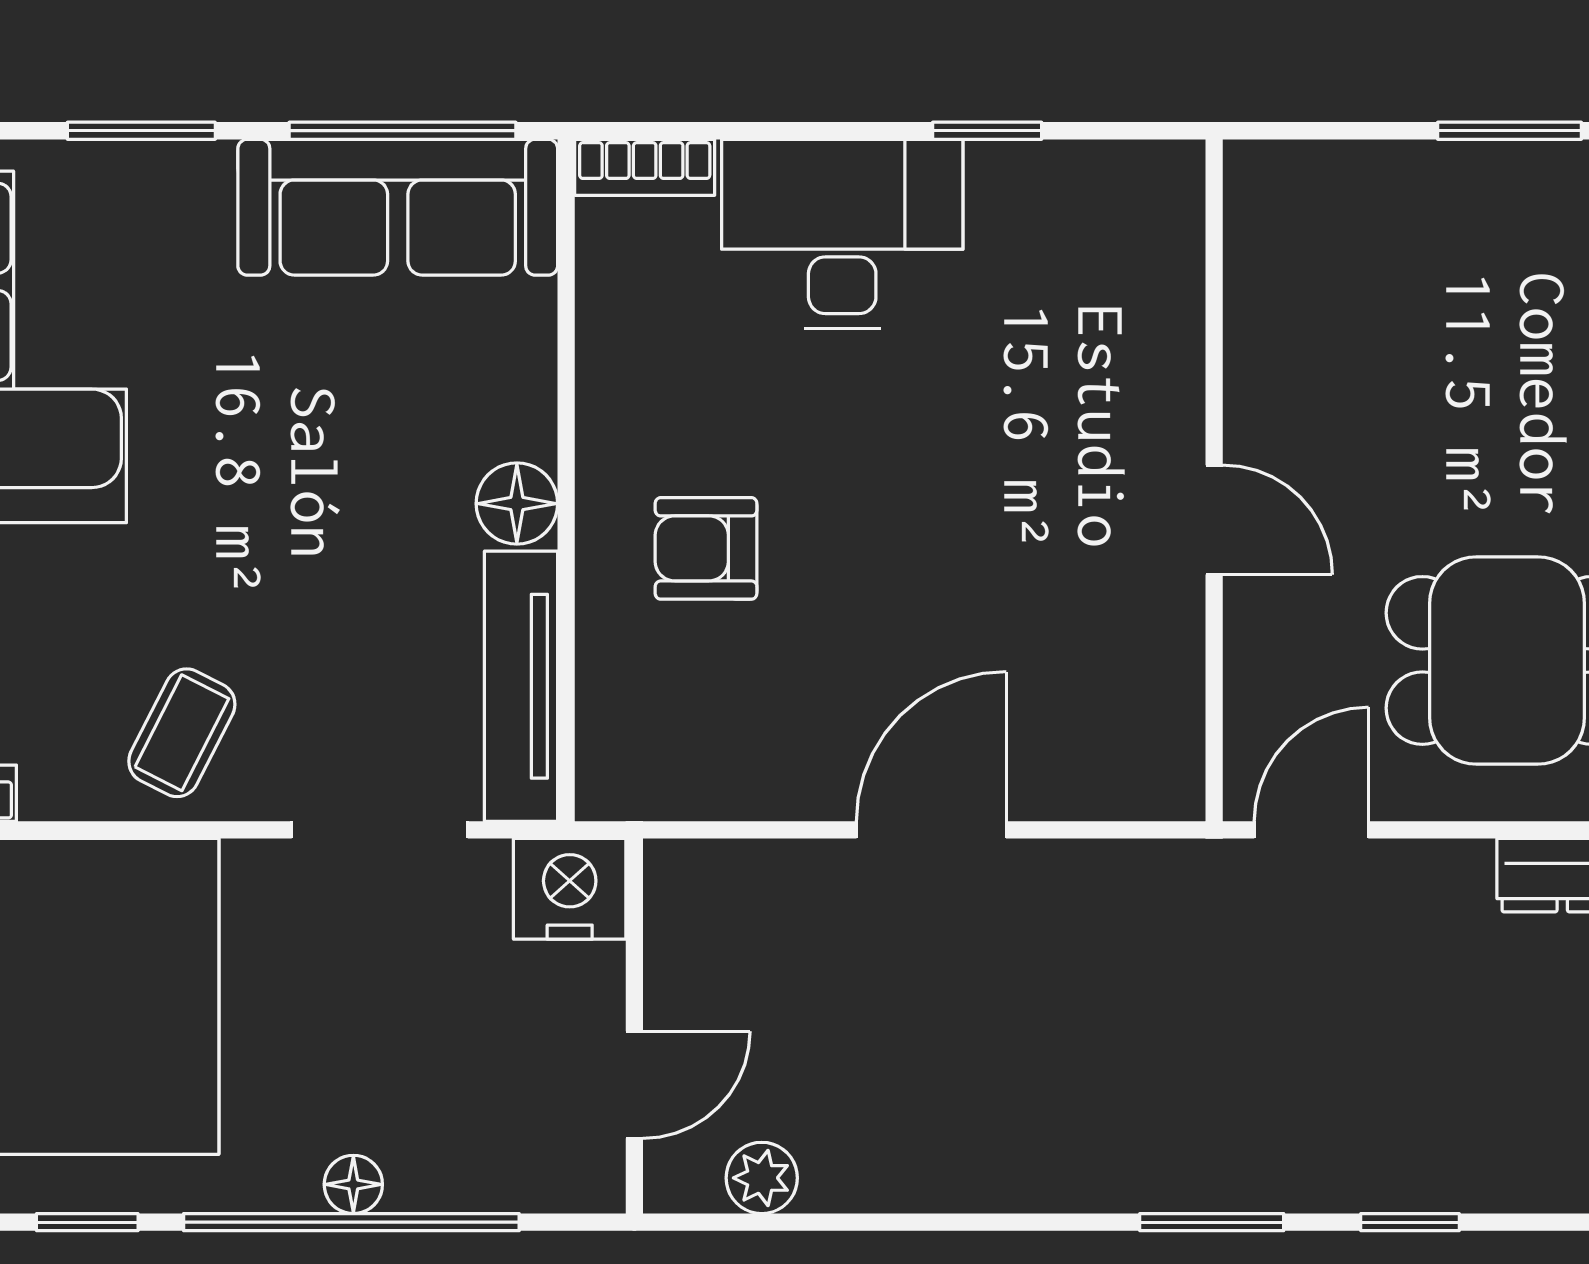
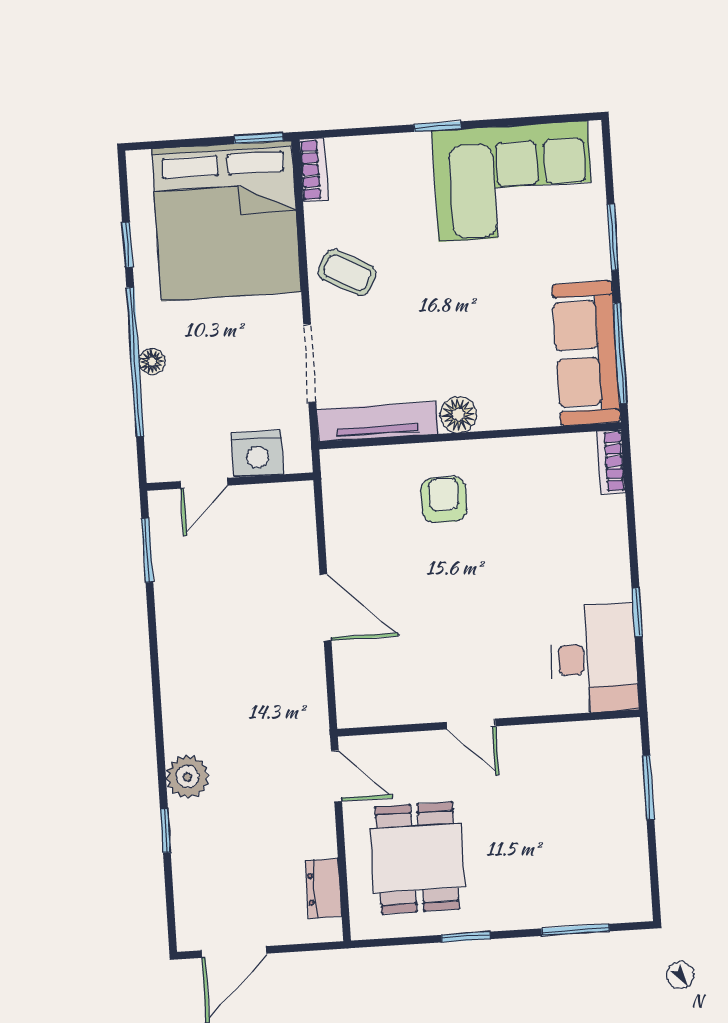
window: (1510, 131) -> (648, 787), moved
desk: (842, 234) -> (594, 659), moved
door: (1214, 520) -> (471, 724), hinge flipped
nightstand: (570, 889) -> (257, 454), moved, turned 90
door: (634, 1085) -> (204, 483), hinge flipped
plant: (762, 1178) -> (187, 777), moved, width x1.38, depth x1.38
window: (1212, 1222) -> (147, 550), moved

